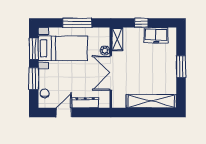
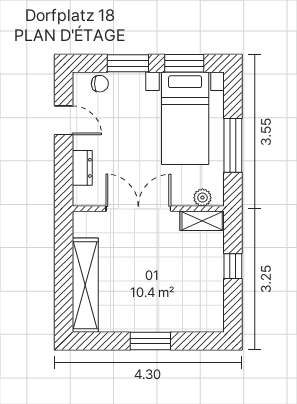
freezer: (156, 35) -> (210, 294), removed
plant: (105, 51) -> (202, 198), moved
dresser: (85, 103) -> (82, 168), width x0.70

